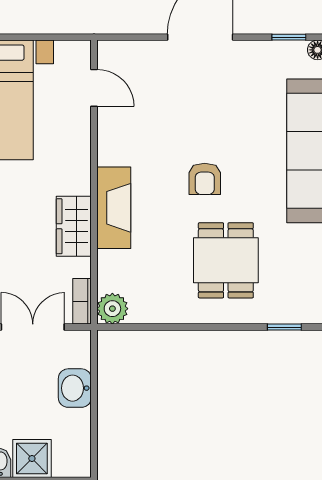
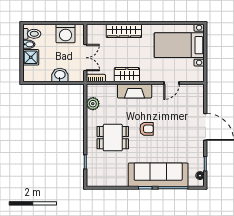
door: (94, 88) -> (172, 83), moved
armchair: (205, 179) -> (147, 129), turned 180
plant: (112, 309) -> (93, 104), moved

